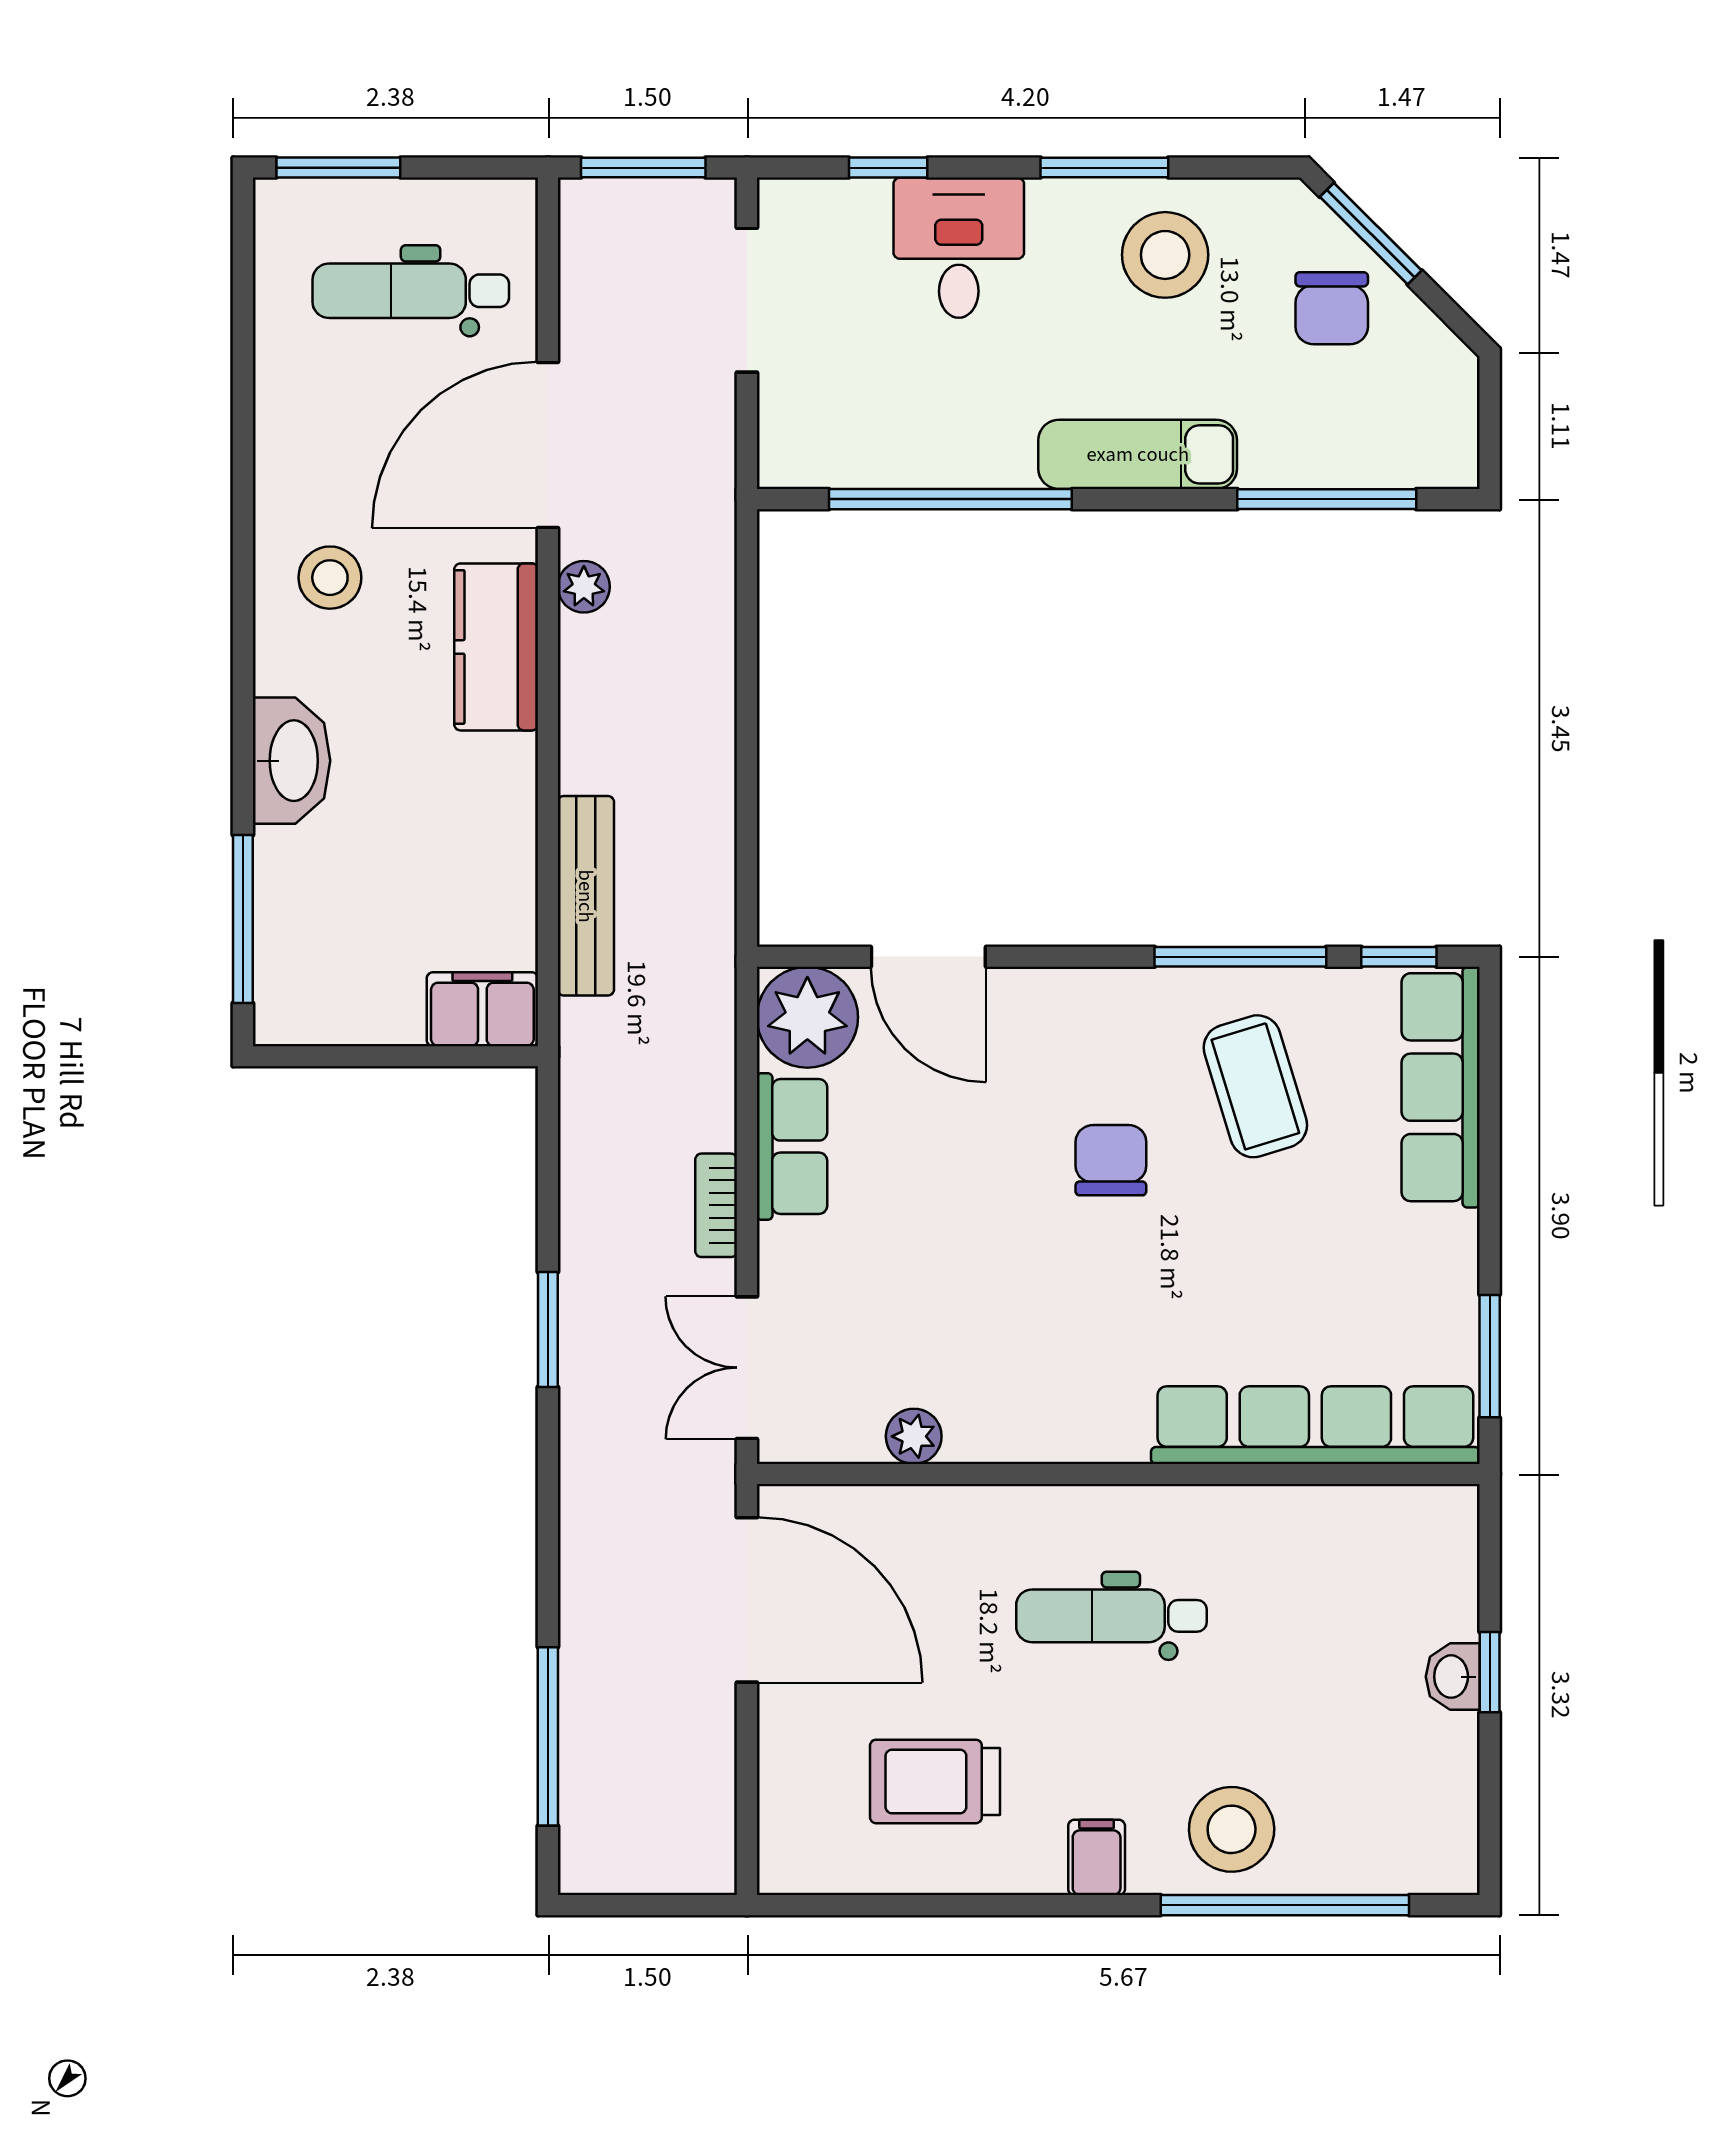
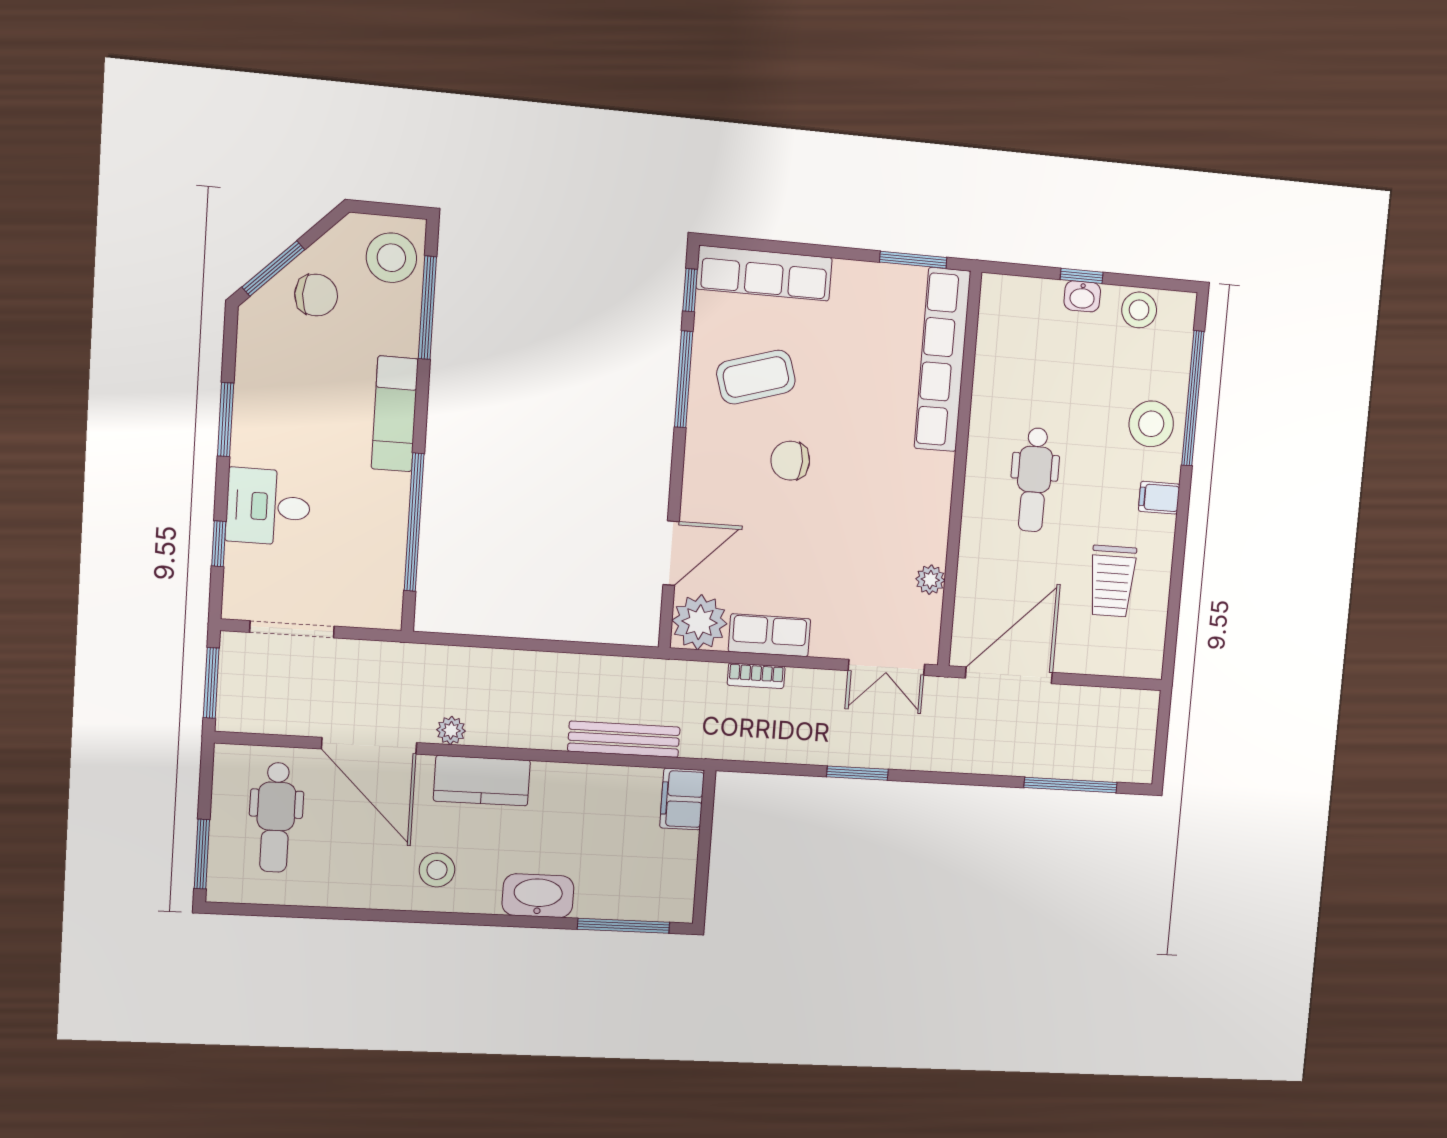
stool: (1165, 255) -> (391, 258), moved
bookcase: (716, 1205) -> (756, 676), moved
stool: (1438, 1787) -> (1139, 310), added

